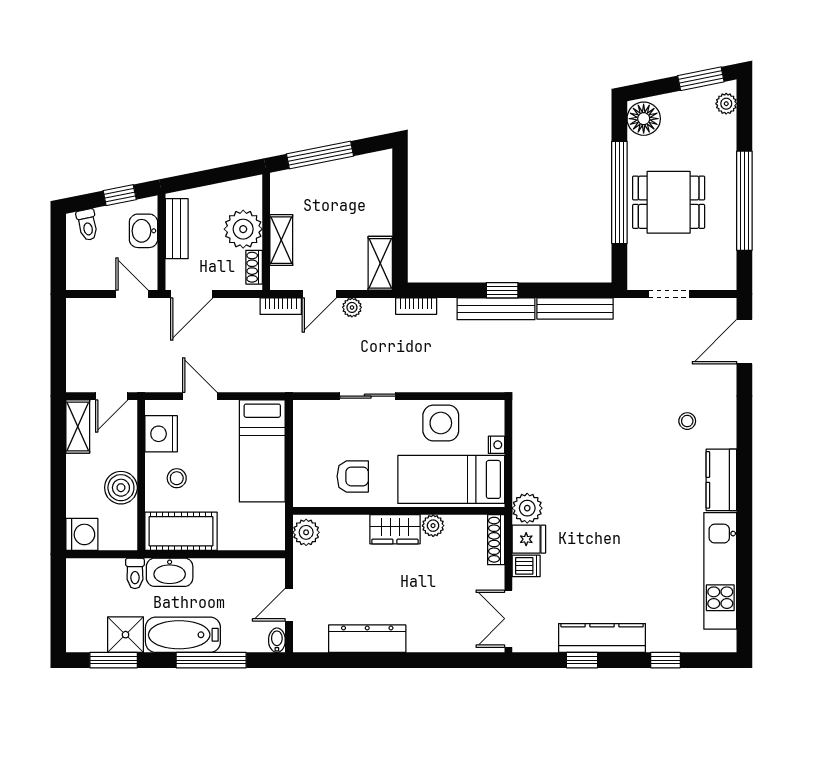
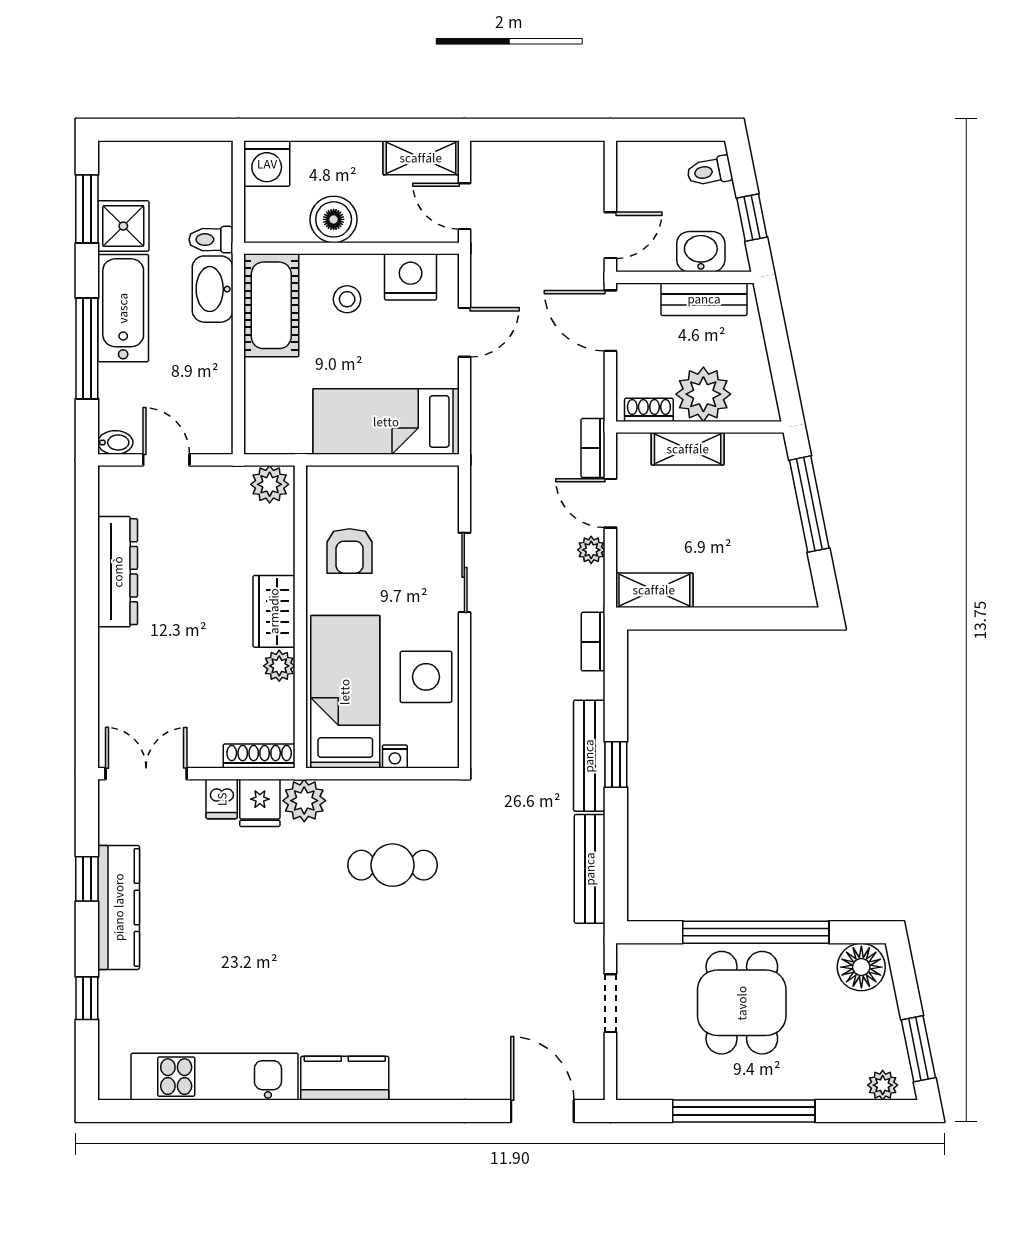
stool: (687, 421) -> (429, 1029), removed
cafe table: (572, 446) -> (393, 865), added

